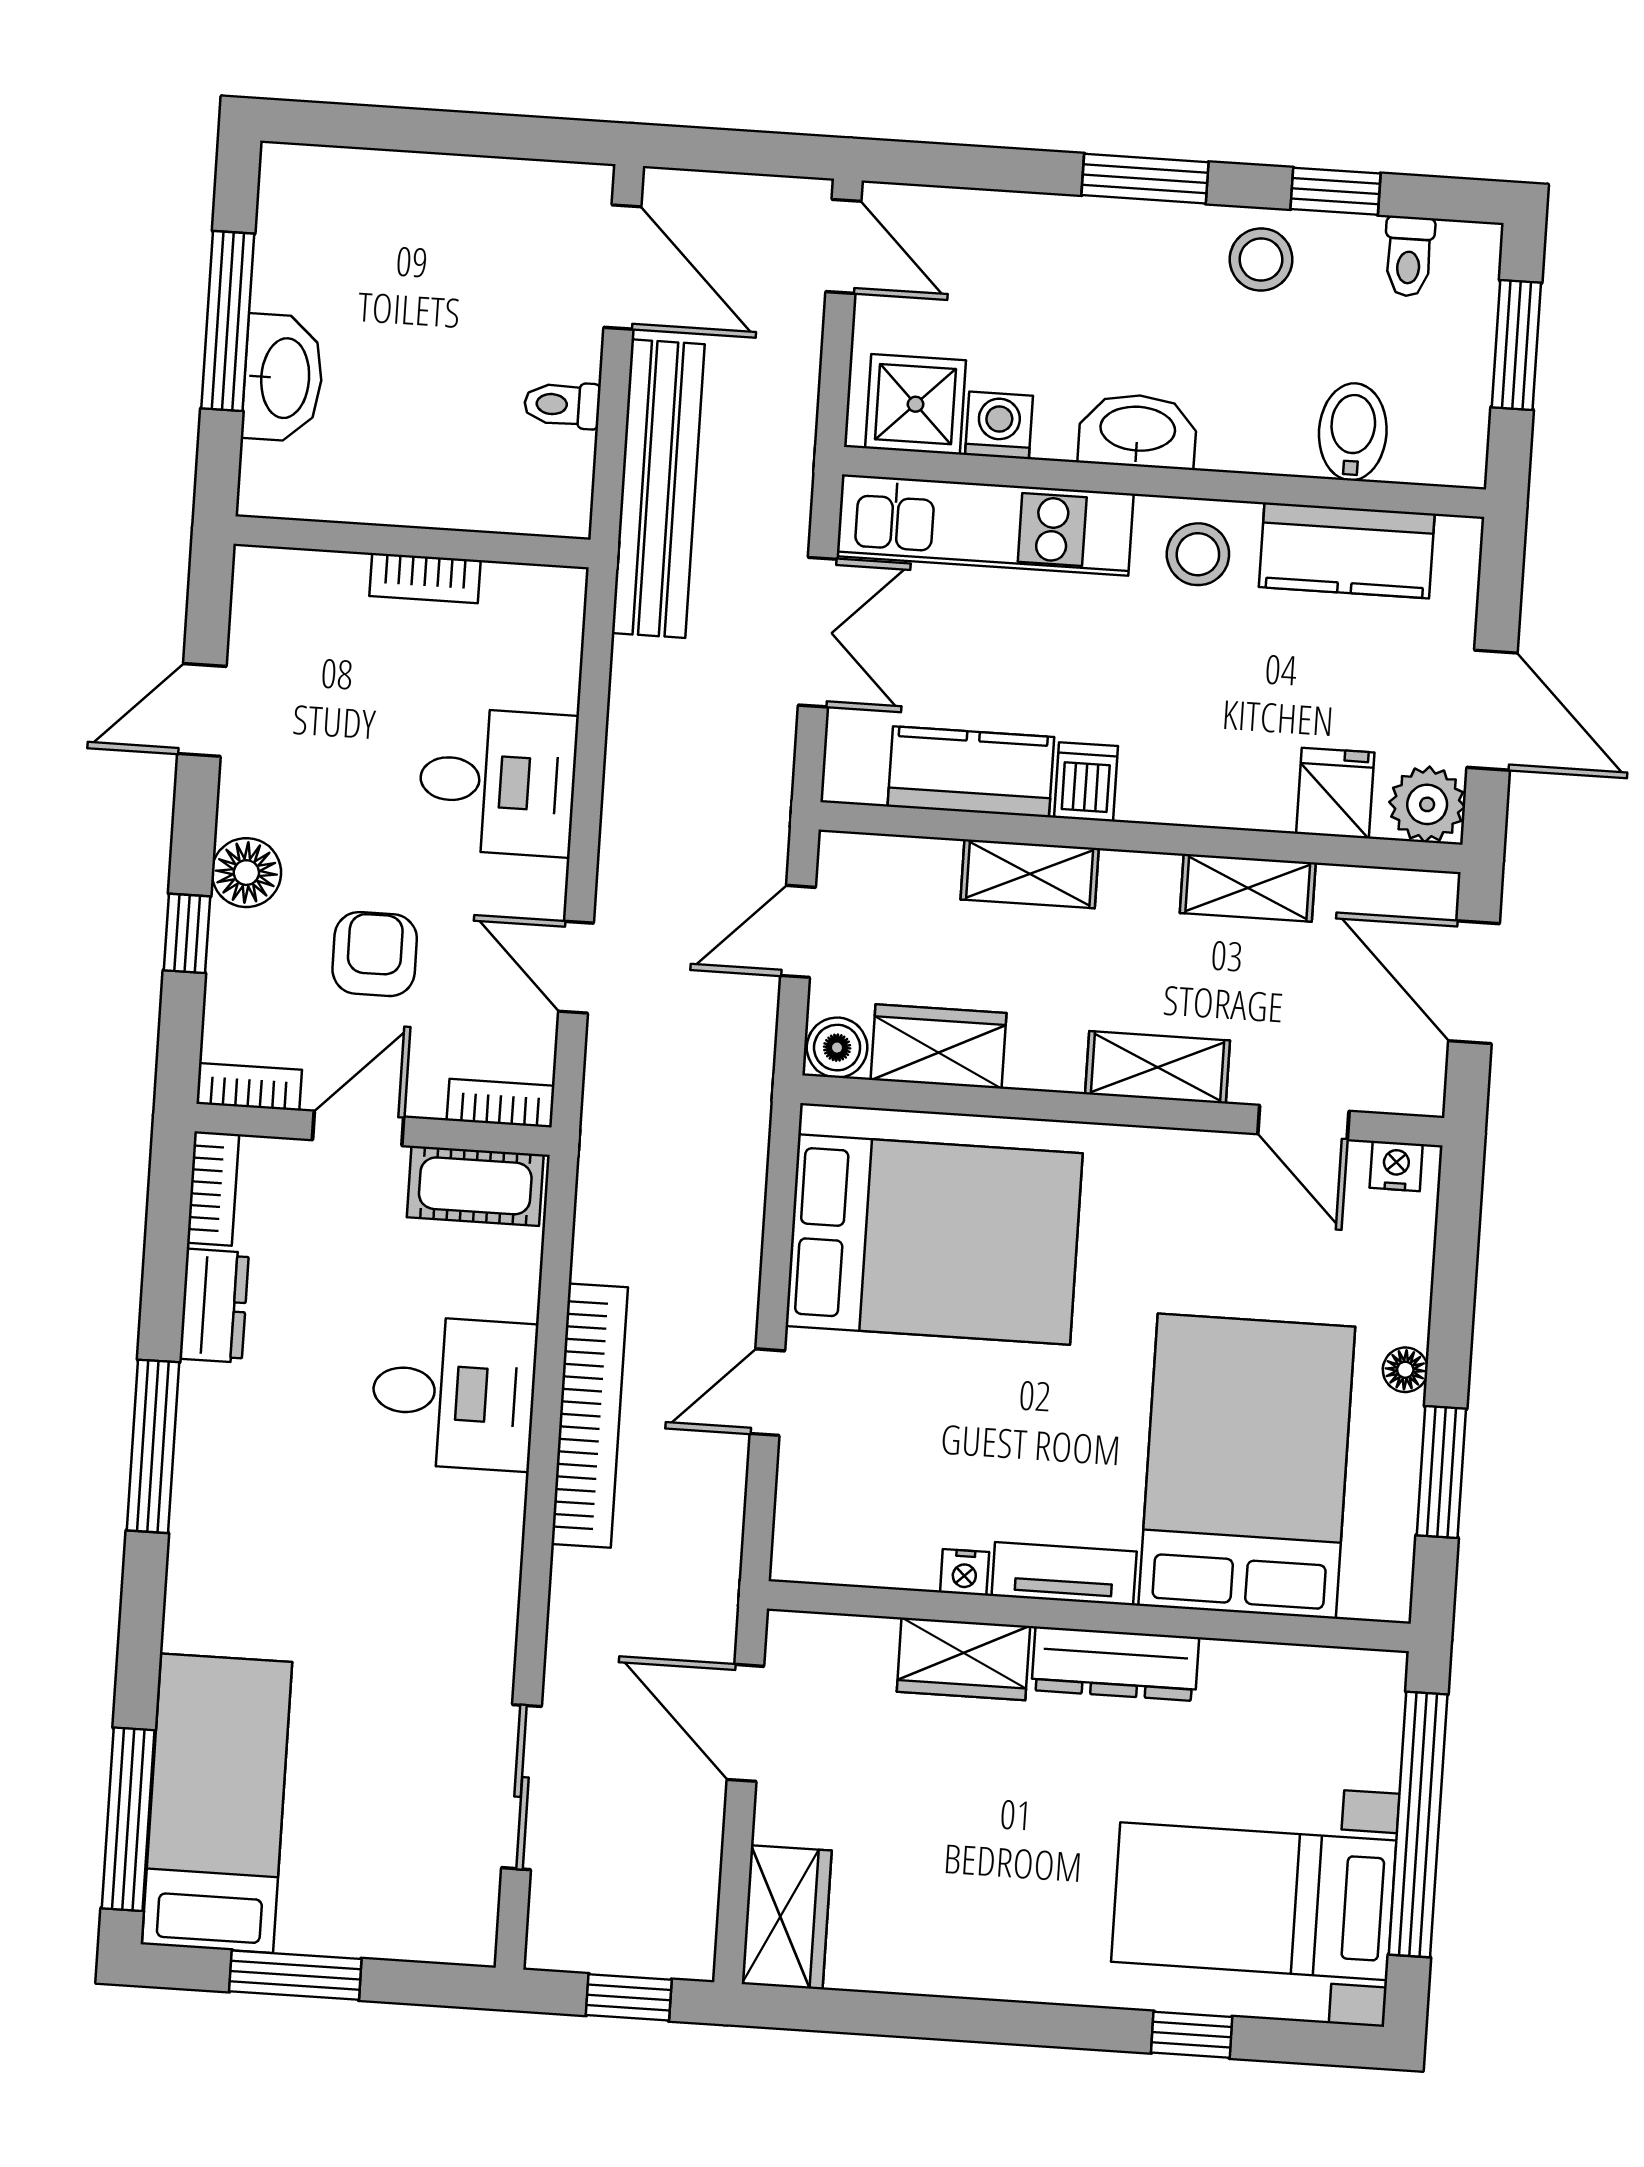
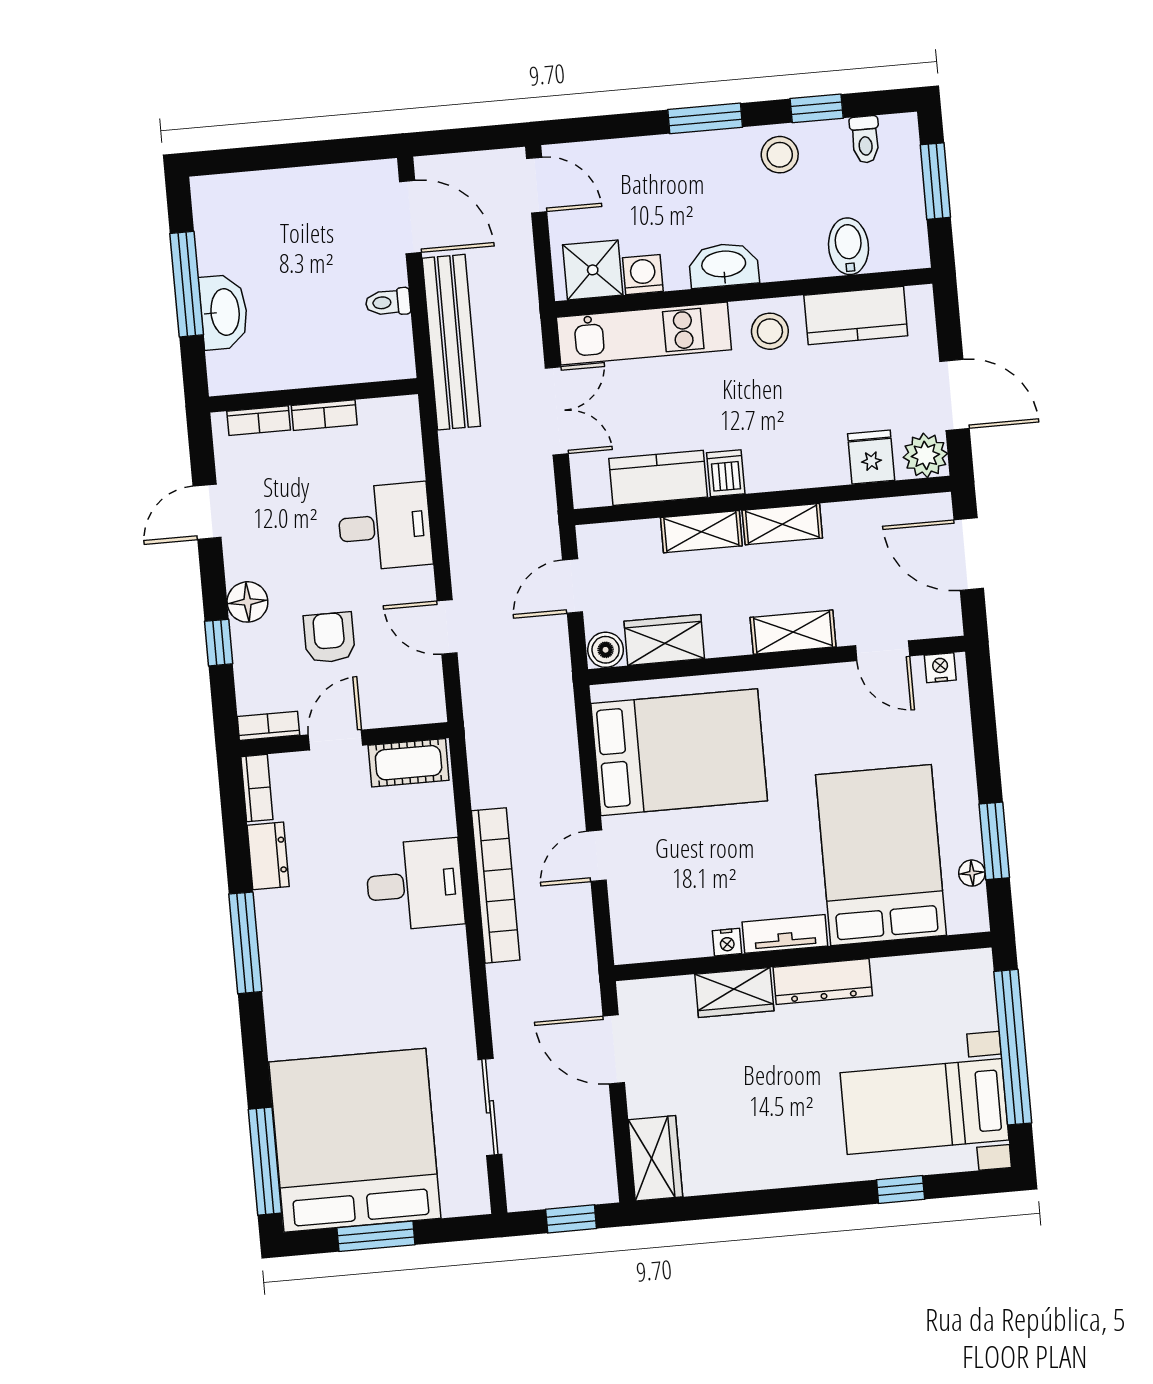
shelving: (1248, 888) -> (782, 524), moved
bookcase: (501, 1103) -> (259, 421), moved, turned 180
floor lamp: (1405, 1370) -> (972, 873), moved
bed: (217, 1803) -> (355, 1140), width x2.04

